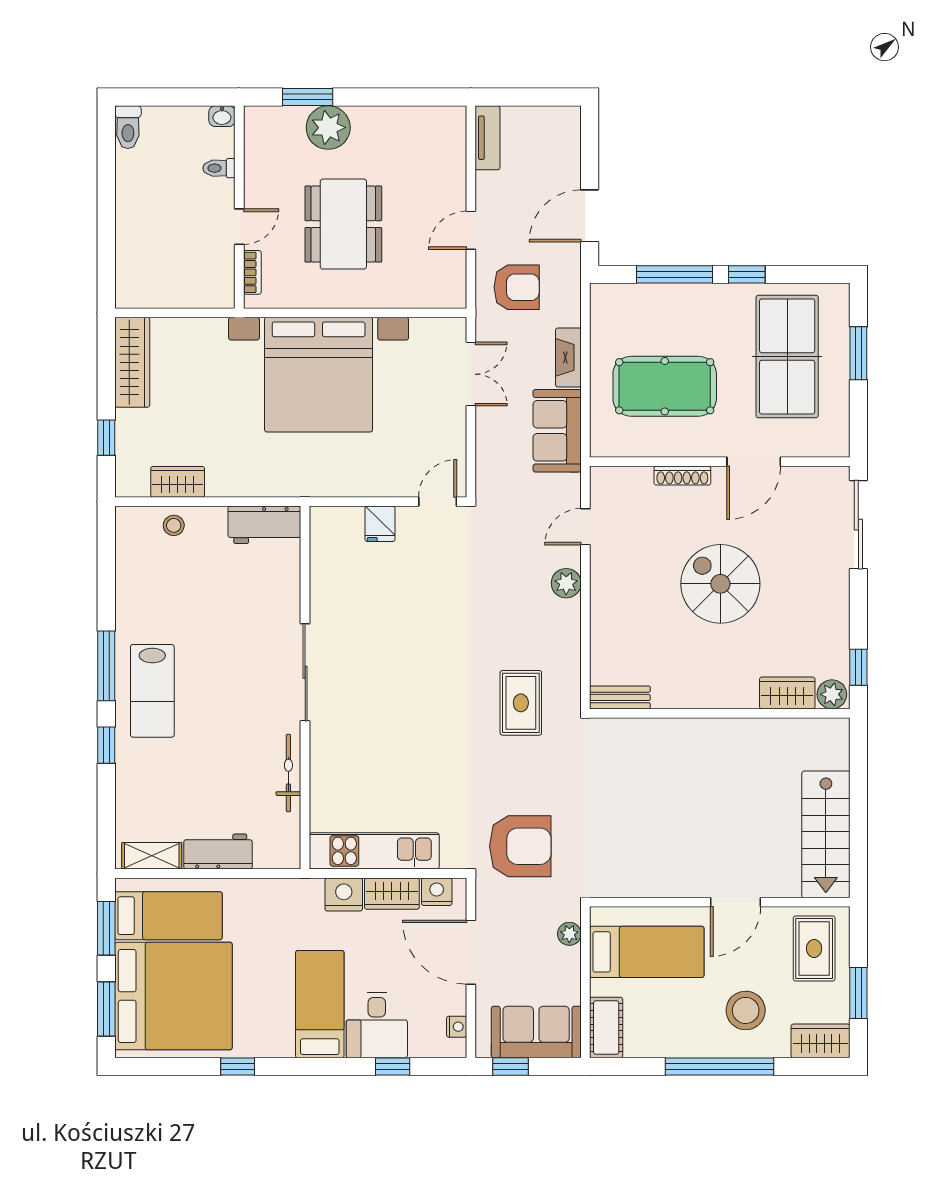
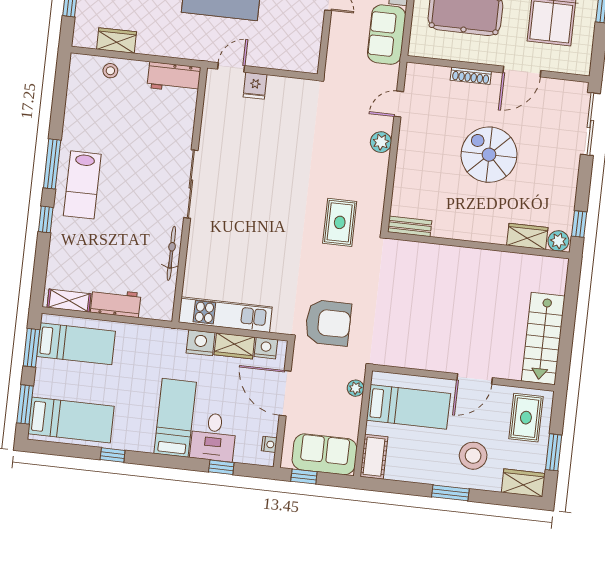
door: (438, 502) -> (231, 67), moved
bed: (173, 996) -> (71, 420), width x0.49
window: (719, 1067) -> (450, 493), width x0.47

